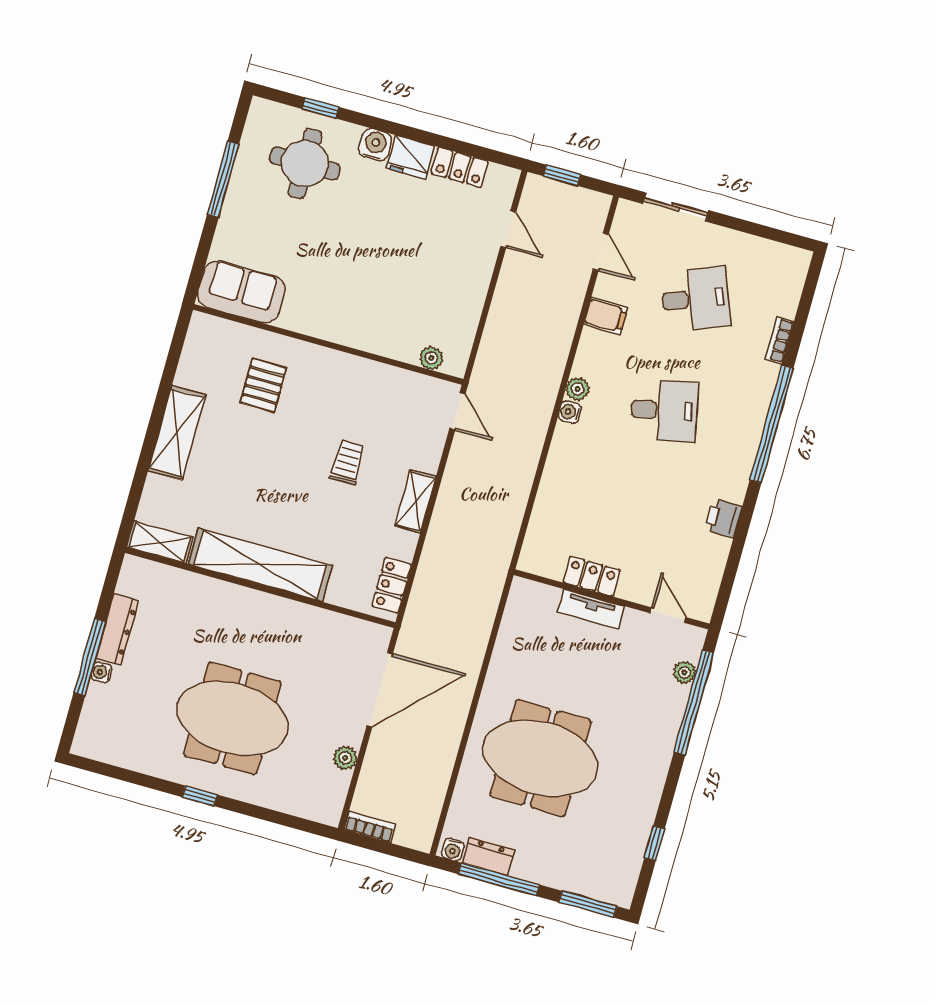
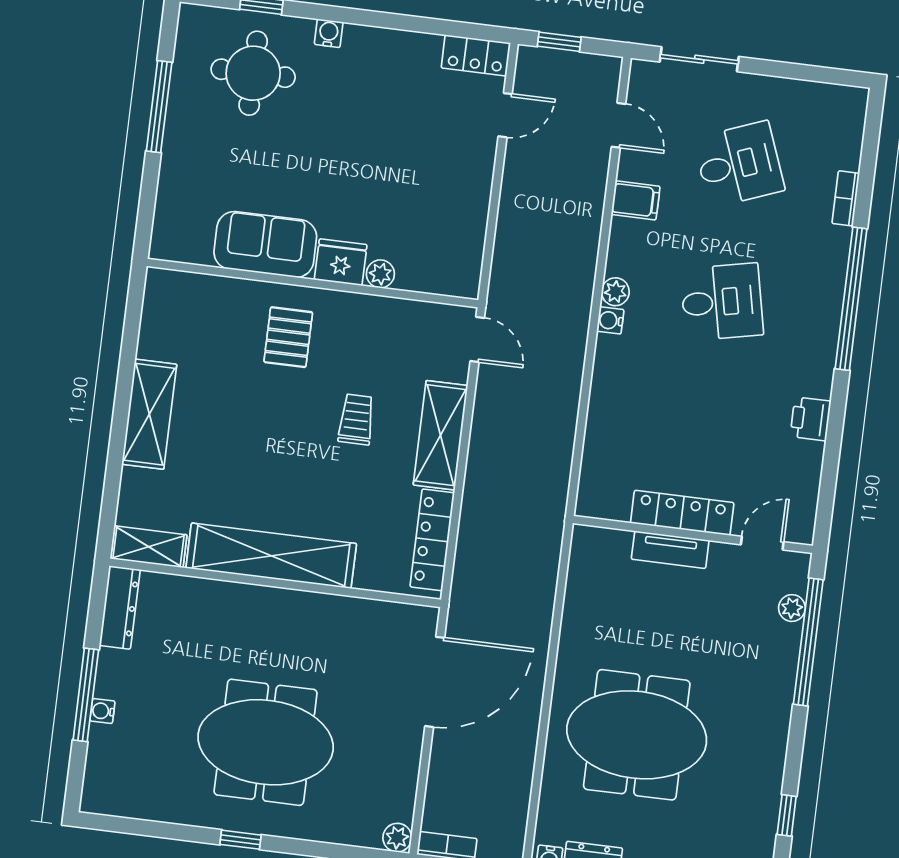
water cooler: (375, 145) -> (329, 33), width x0.72, depth x0.72
fridge: (411, 157) -> (341, 262), moved, turned 180
locker: (460, 167) -> (476, 55), moved
door: (508, 229) -> (505, 115), hinge flipped
sofa: (241, 292) -> (265, 244), moved
plant: (431, 358) -> (380, 274), moved
pallet: (263, 385) -> (288, 337), moved
shelving: (416, 501) -> (441, 435), width x1.50, depth x1.33
locker: (592, 576) -> (682, 513), width x1.53
locker: (392, 585) -> (432, 540), width x1.53
door: (668, 615) -> (762, 543), hinge flipped
dresser: (117, 630) -> (120, 607), moved
plant: (345, 758) -> (397, 838), moved

